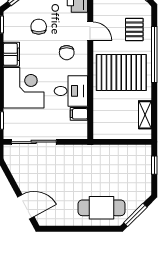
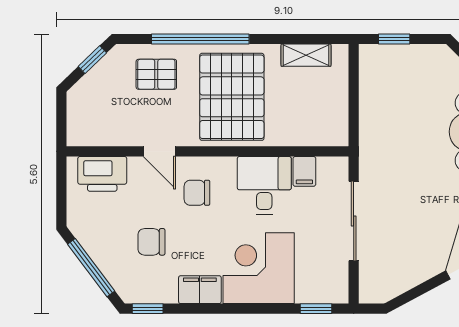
door: (90, 31) -> (159, 151), swing flipped
chair: (67, 53) -> (197, 193), turned 180
sliding door: (34, 142) -> (354, 221), moved

